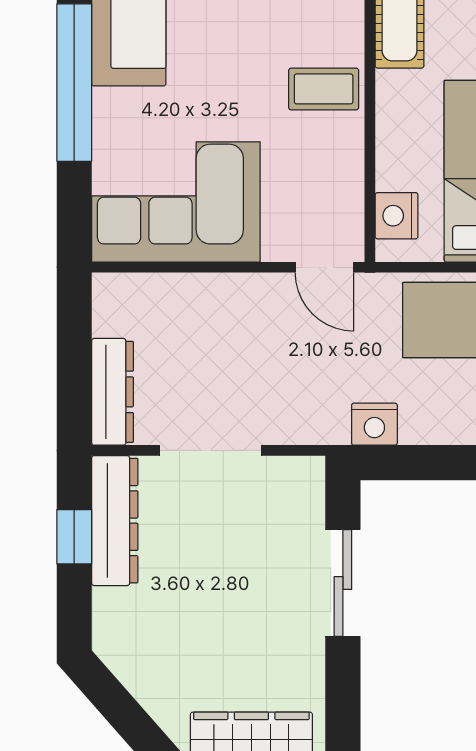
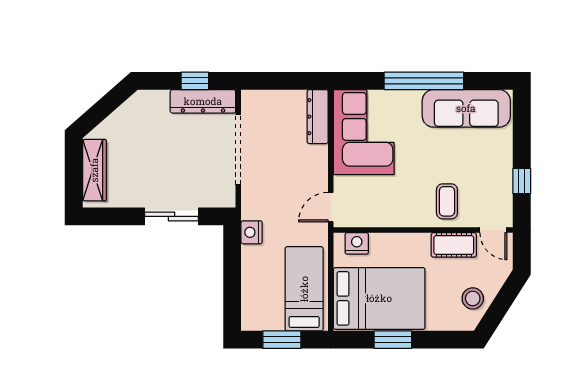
coffee table: (324, 89) -> (447, 201), moved
dresser: (113, 392) -> (318, 117), moved, turned 90
doorway: (211, 450) -> (238, 150), width x1.36

